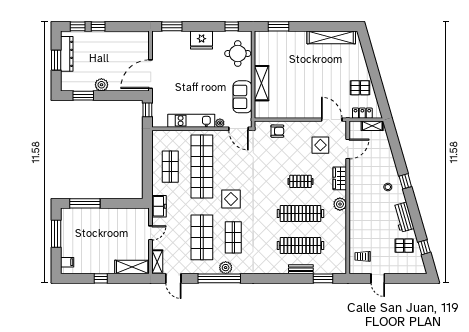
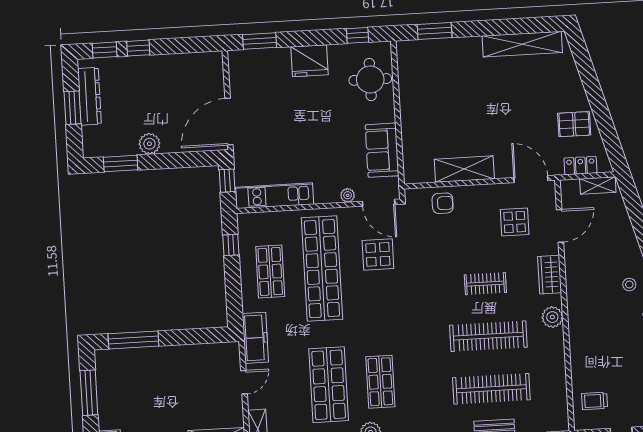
shelving: (262, 83) -> (464, 169), moved, turned 90
kitchen unit: (191, 121) -> (275, 196), moved
window: (147, 149) -> (231, 245), added
display table: (231, 199) -> (378, 254), moved
freezer: (159, 206) -> (255, 338), width x1.40

